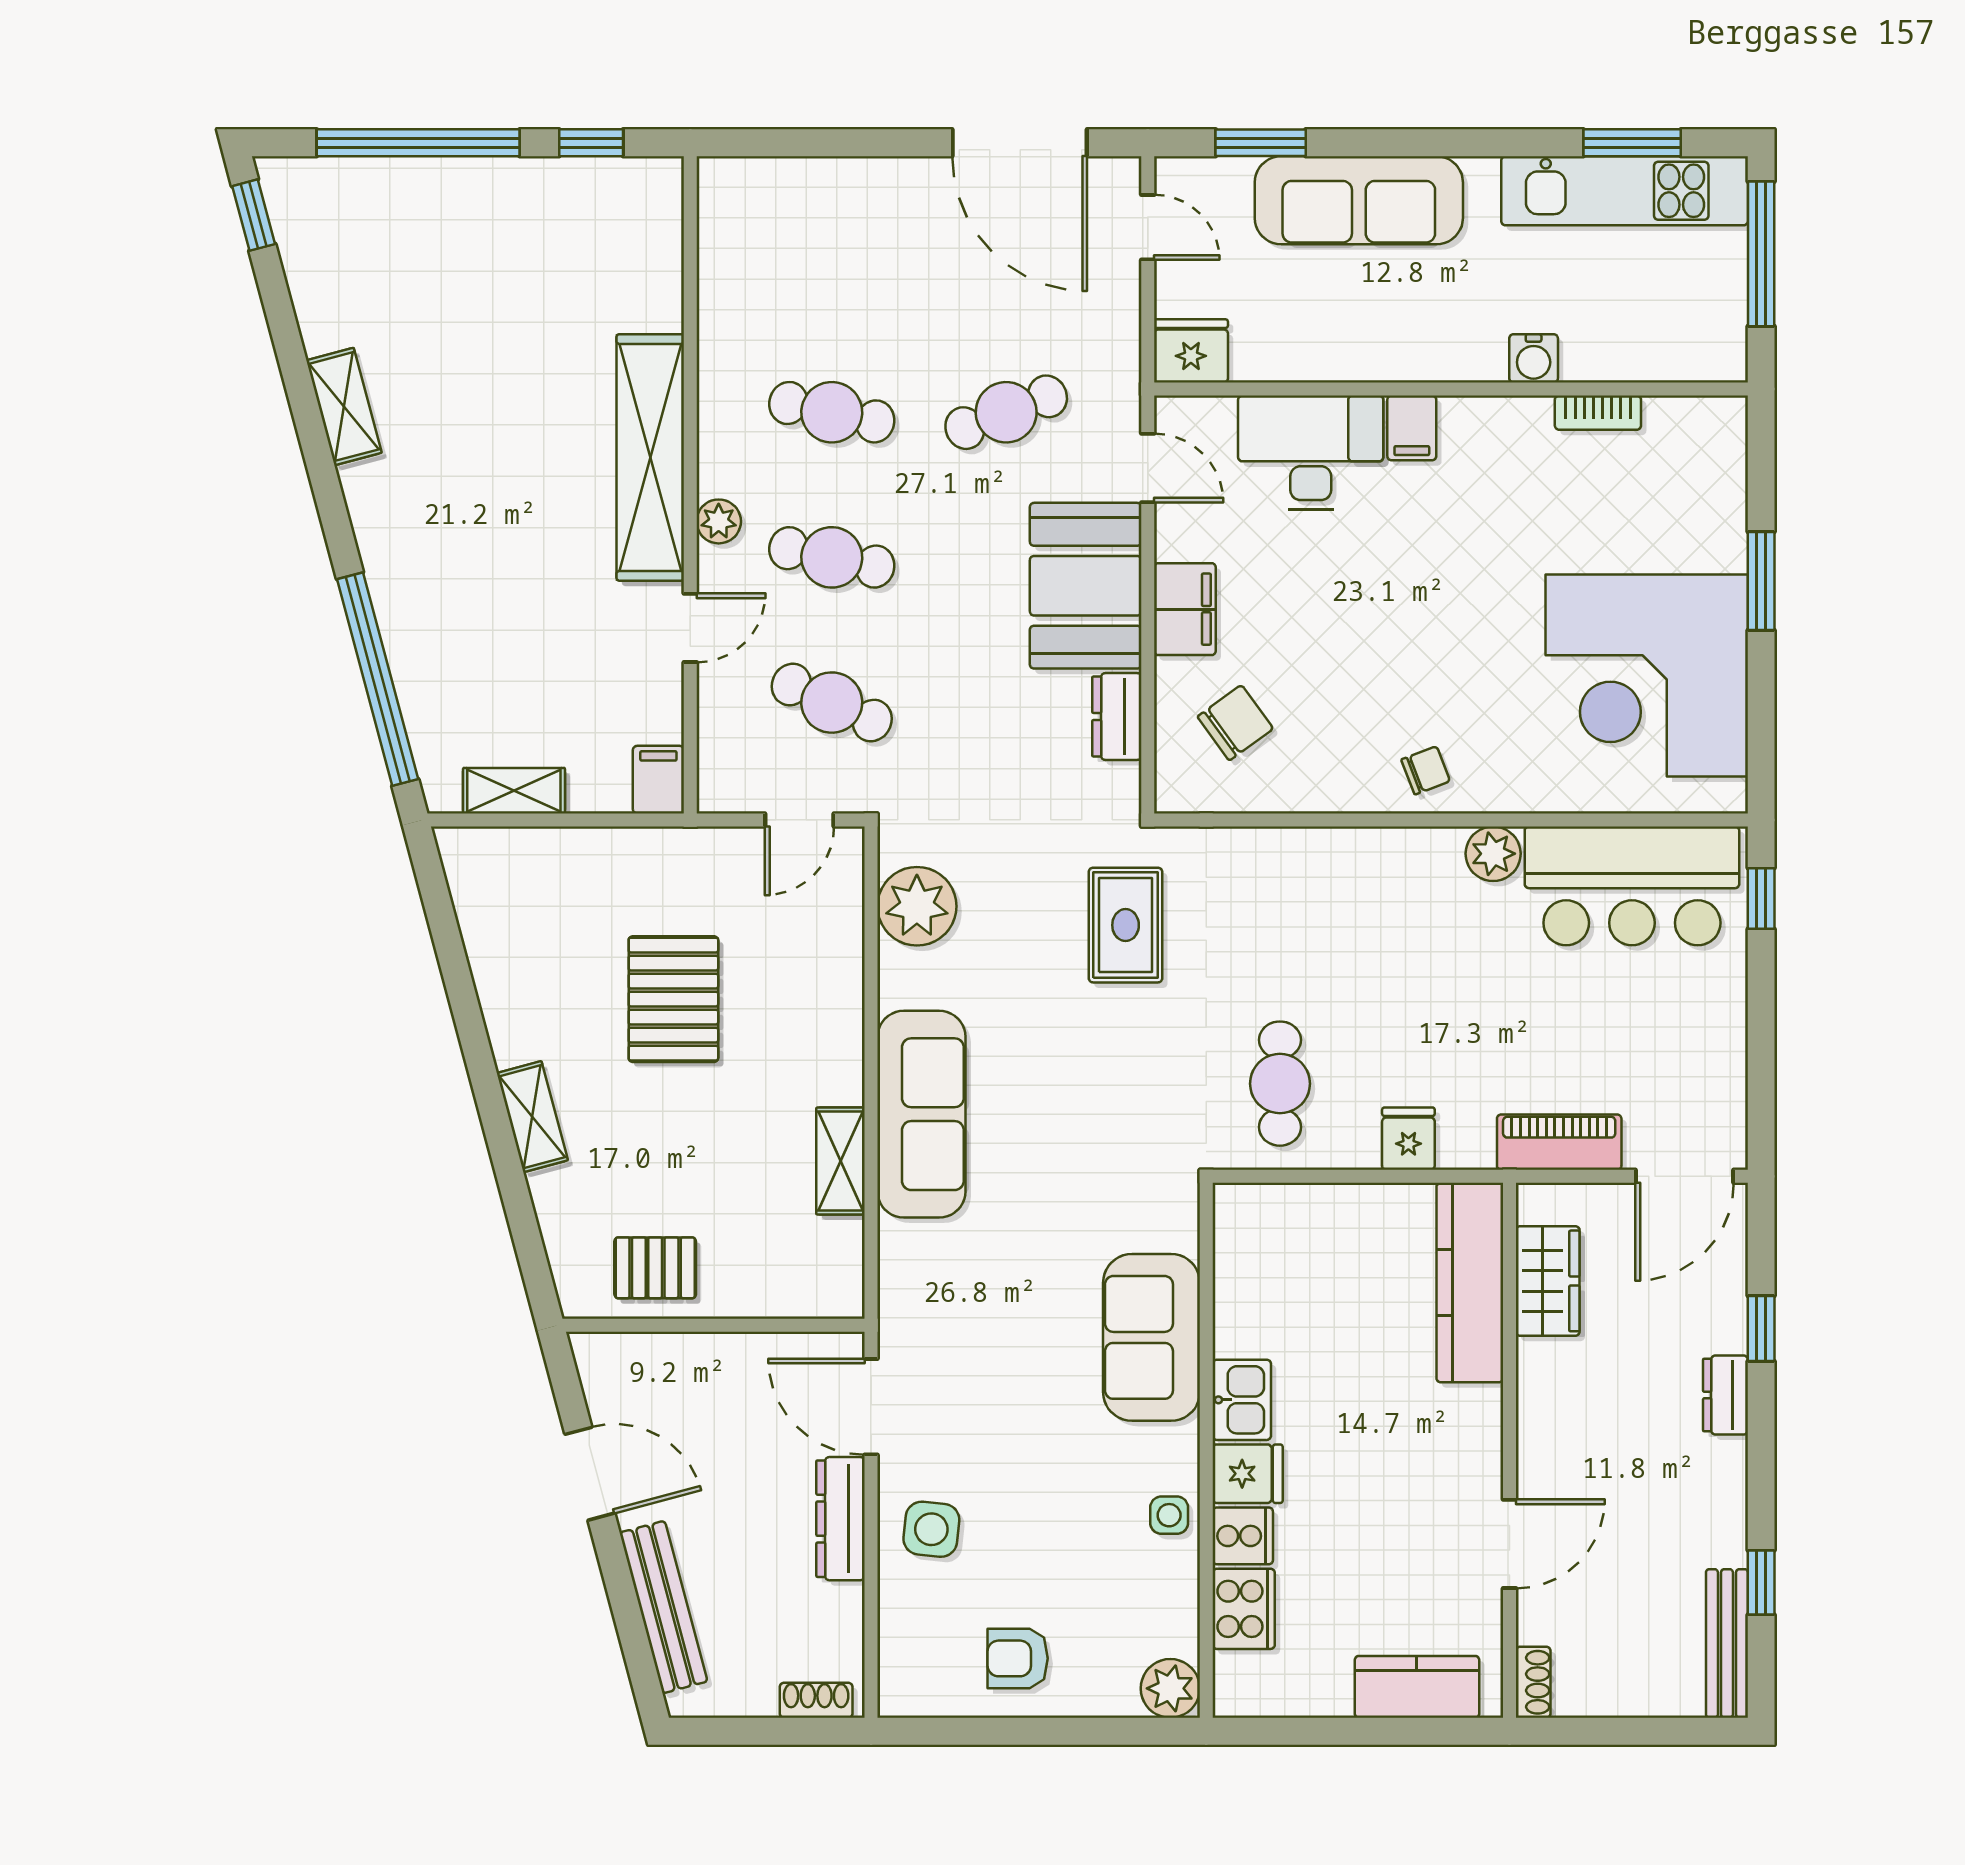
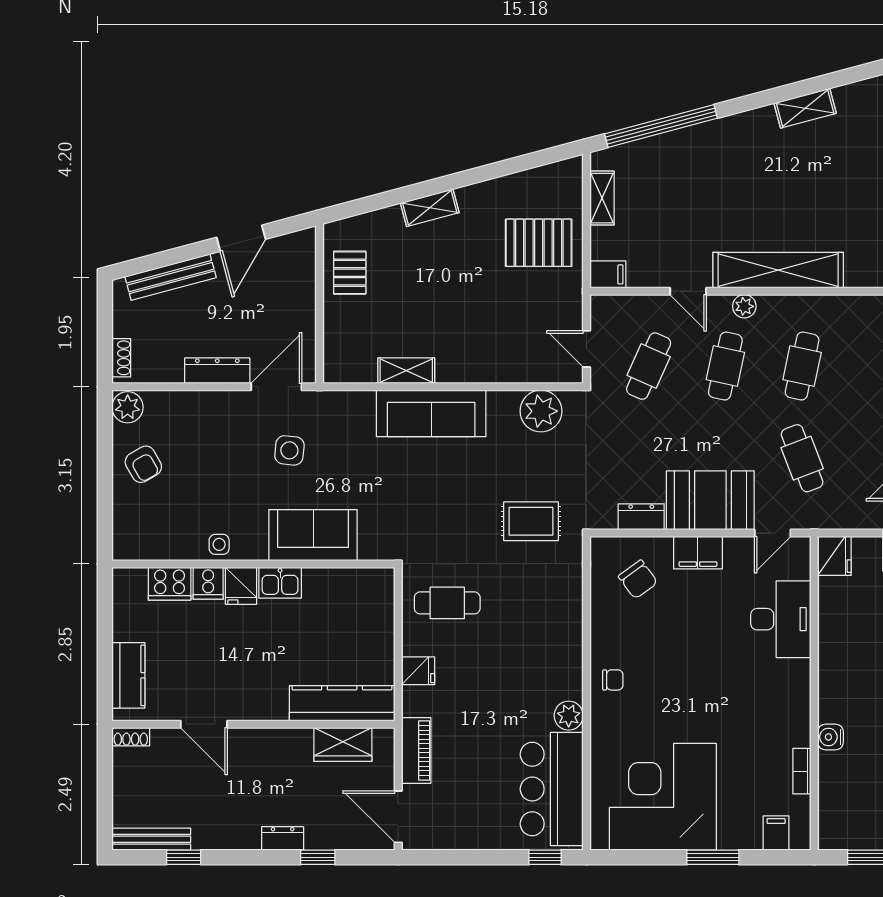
filing cabinet: (1412, 428) -> (776, 833), moved, turned 90
chair: (1426, 770) -> (613, 680), turned -69
pallet: (673, 999) -> (539, 243), moved
side table: (931, 1529) -> (289, 450), moved
armchair: (1018, 1658) -> (143, 464), turned 150
plant: (1170, 1688) -> (128, 407), moved

